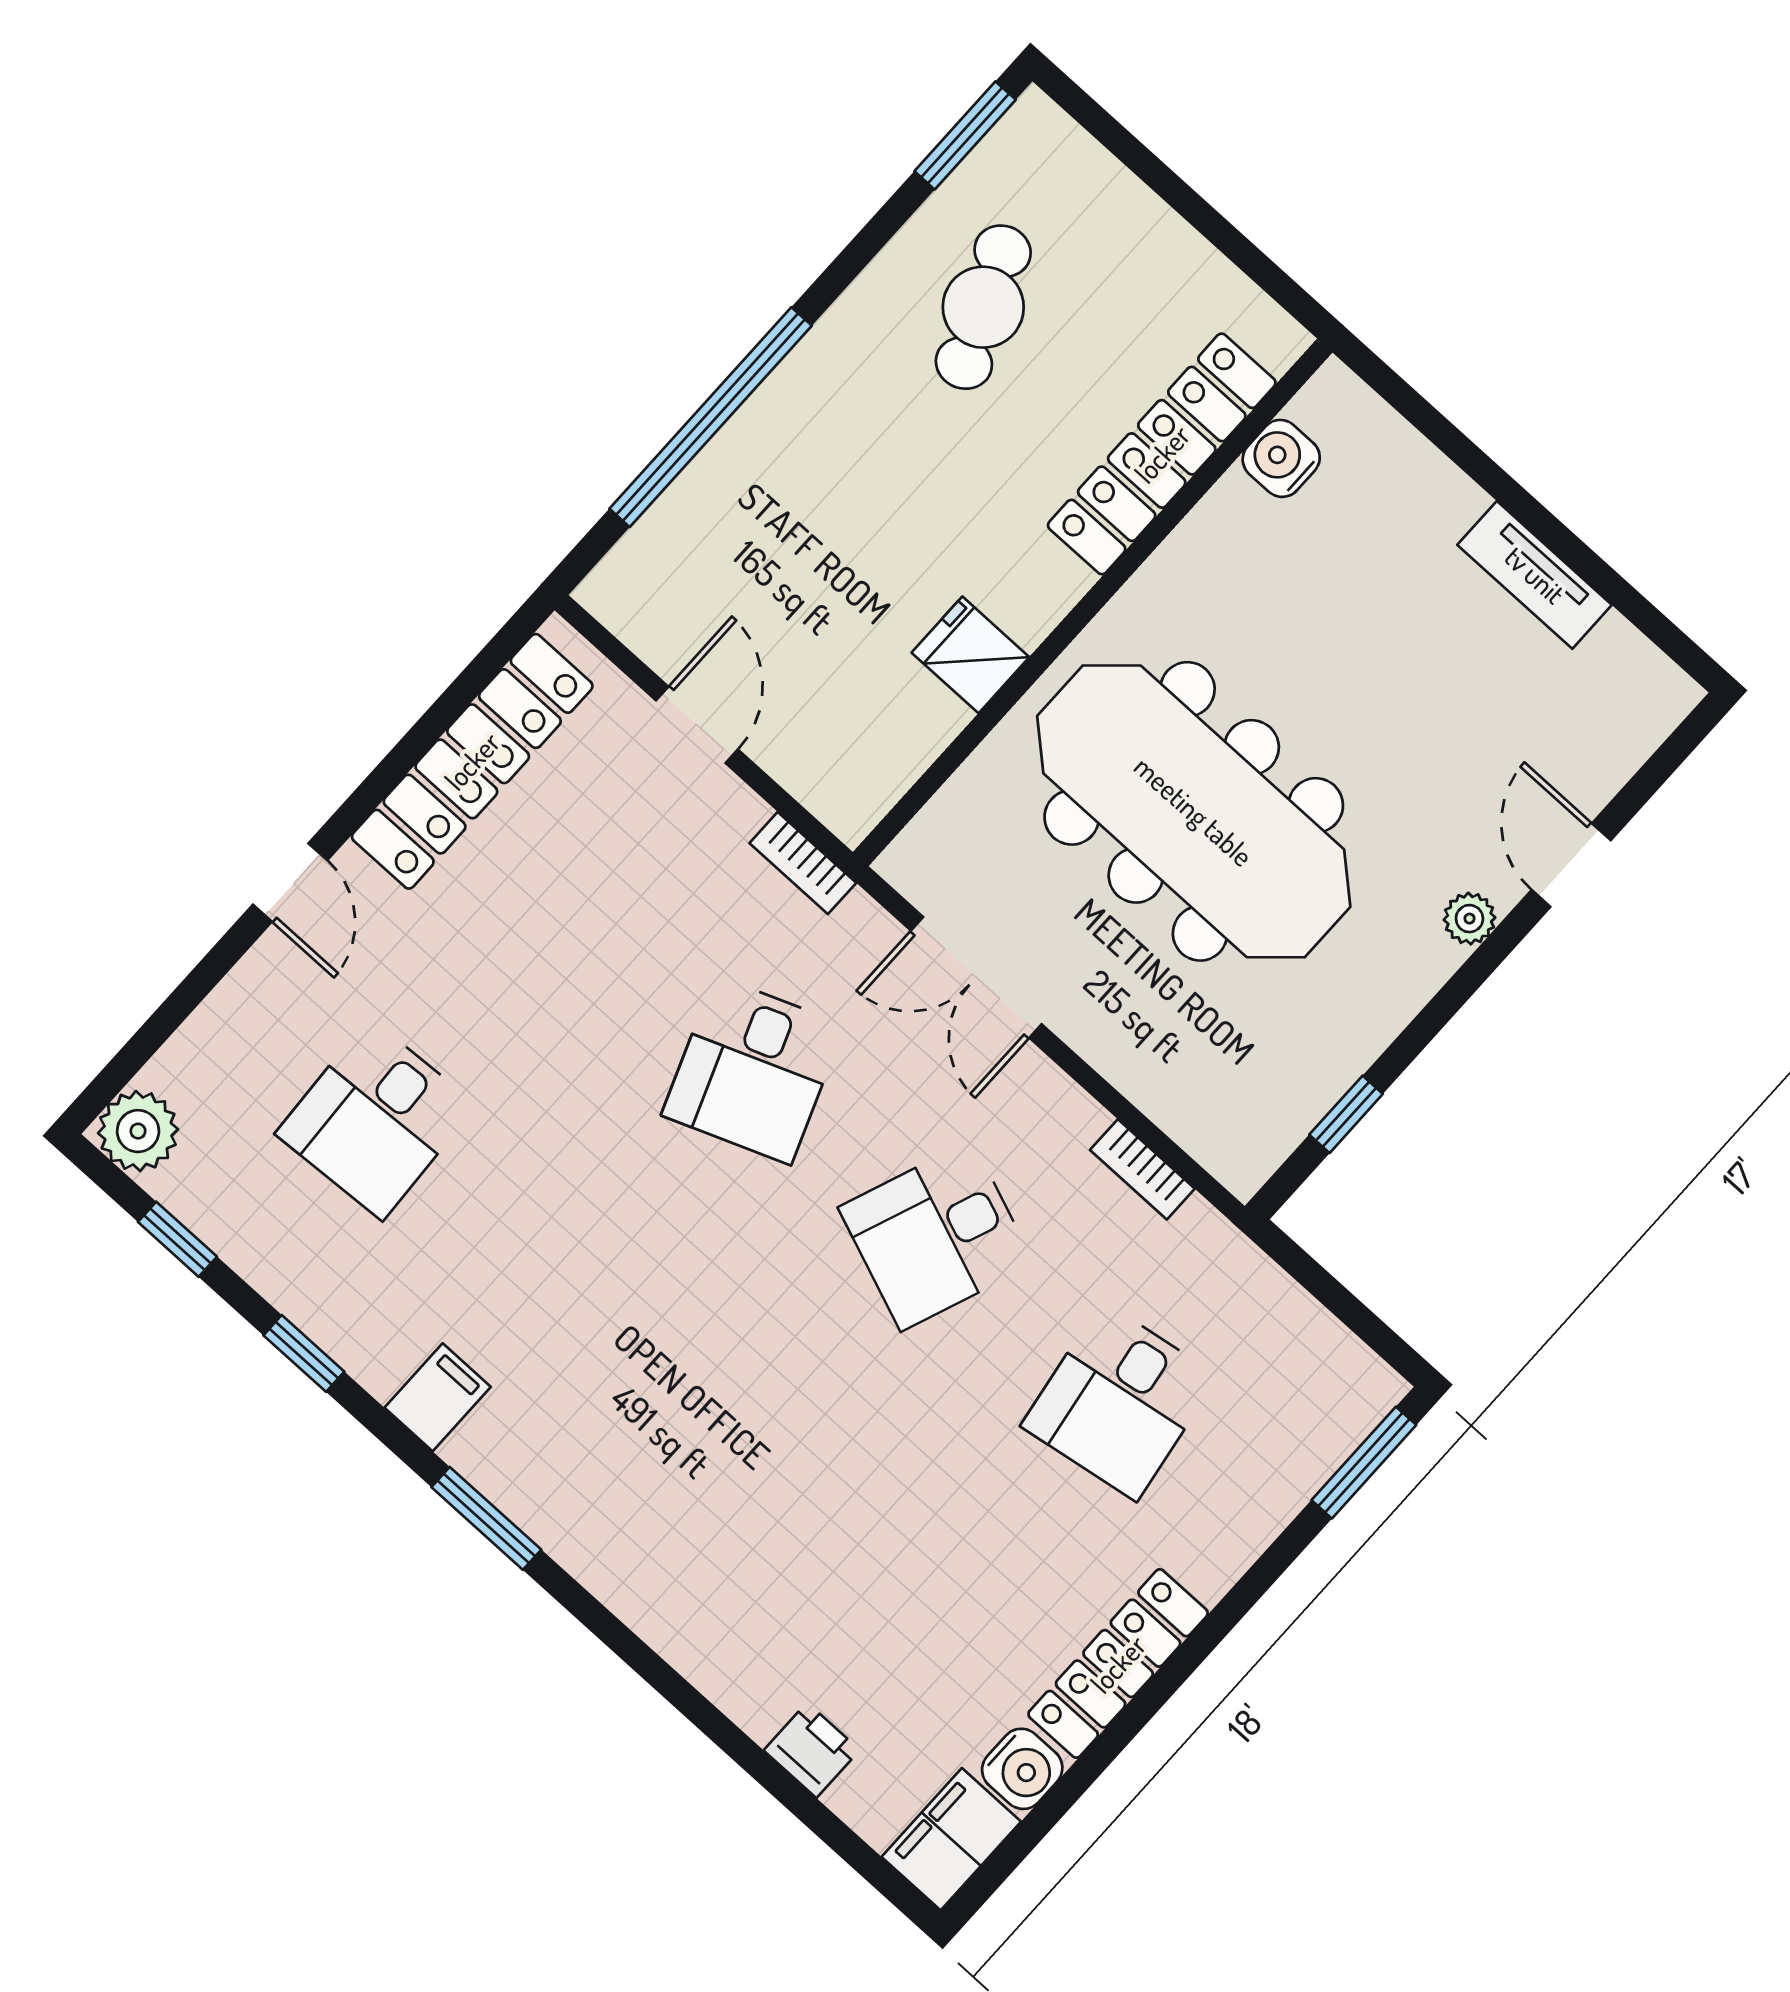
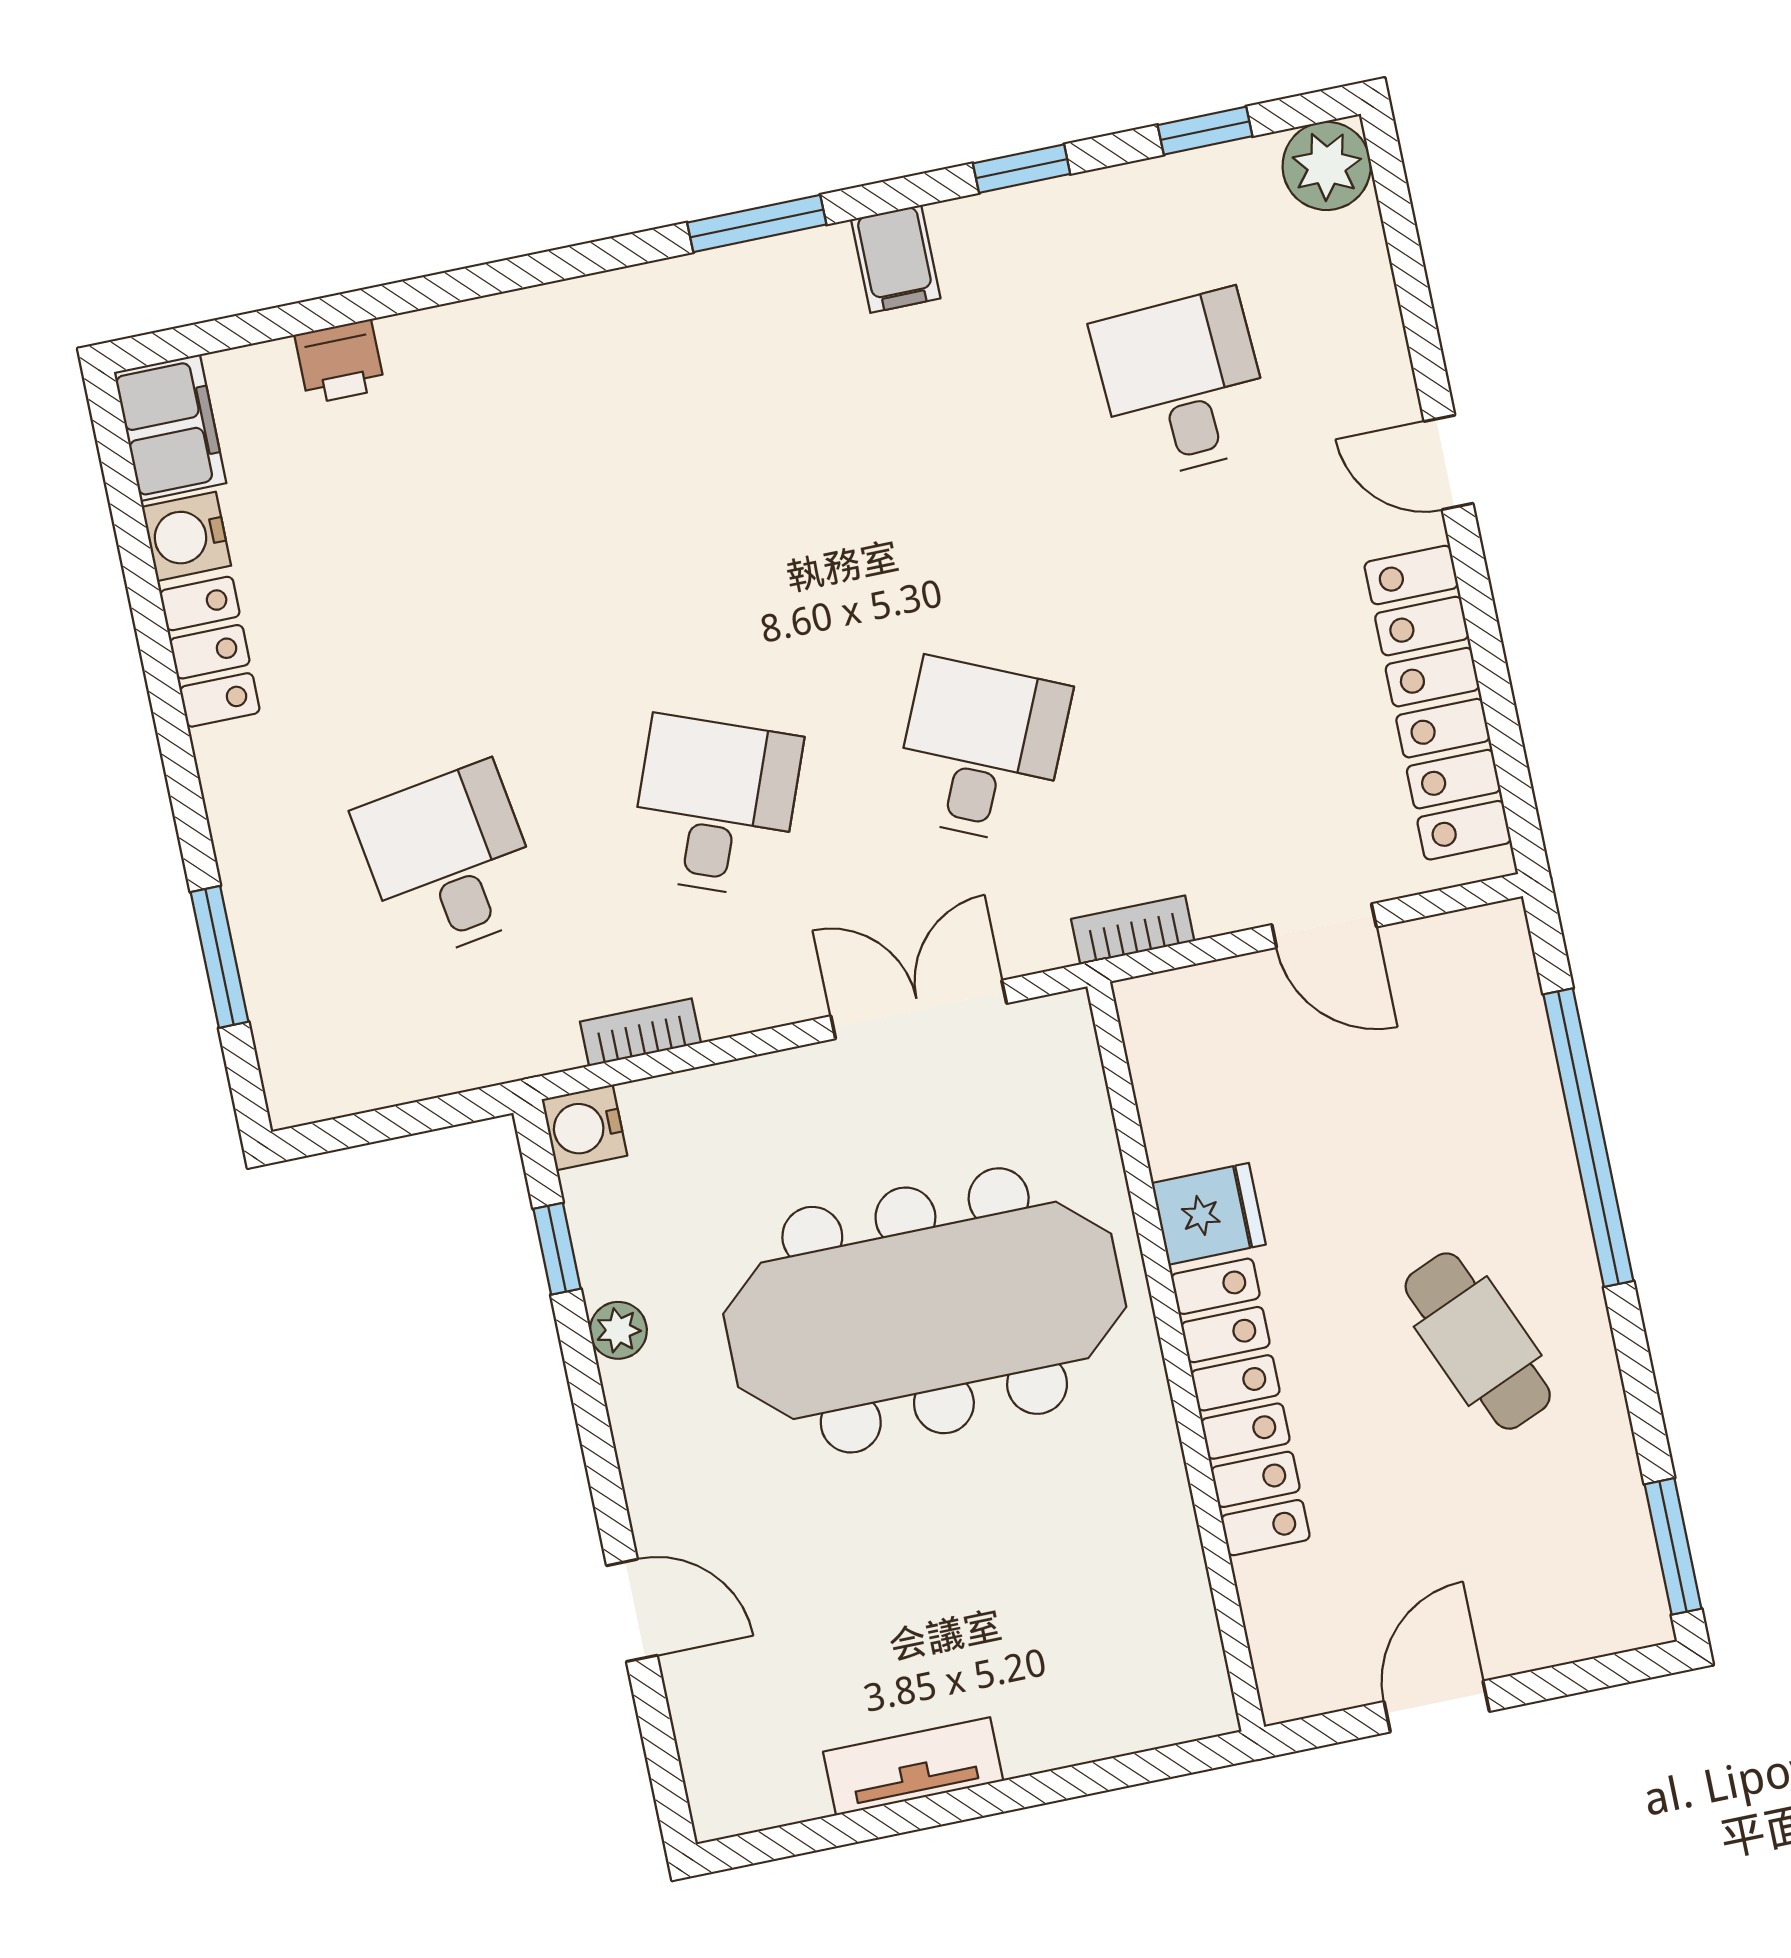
door: (1209, 223) -> (1437, 1707), added
cafe table: (983, 307) -> (1478, 1341), moved
locker: (1162, 454) -> (1240, 1407), moved
water cooler: (1281, 458) -> (584, 1127), moved, turned 180
plant: (1469, 919) -> (618, 1330), moved
desk: (753, 1070) -> (981, 751), turned 45
window: (1364, 1463) -> (219, 957), moved
locker: (1118, 1664) -> (210, 652), width x0.66

